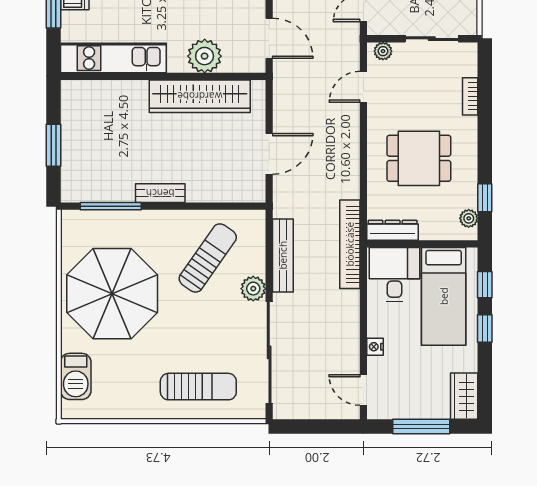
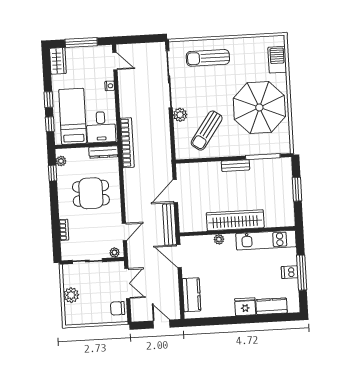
plant: (205, 56) -> (219, 239), width x0.53, depth x0.53
wardrobe: (200, 96) -> (235, 220), moved
bench: (283, 255) -> (169, 225), moved

